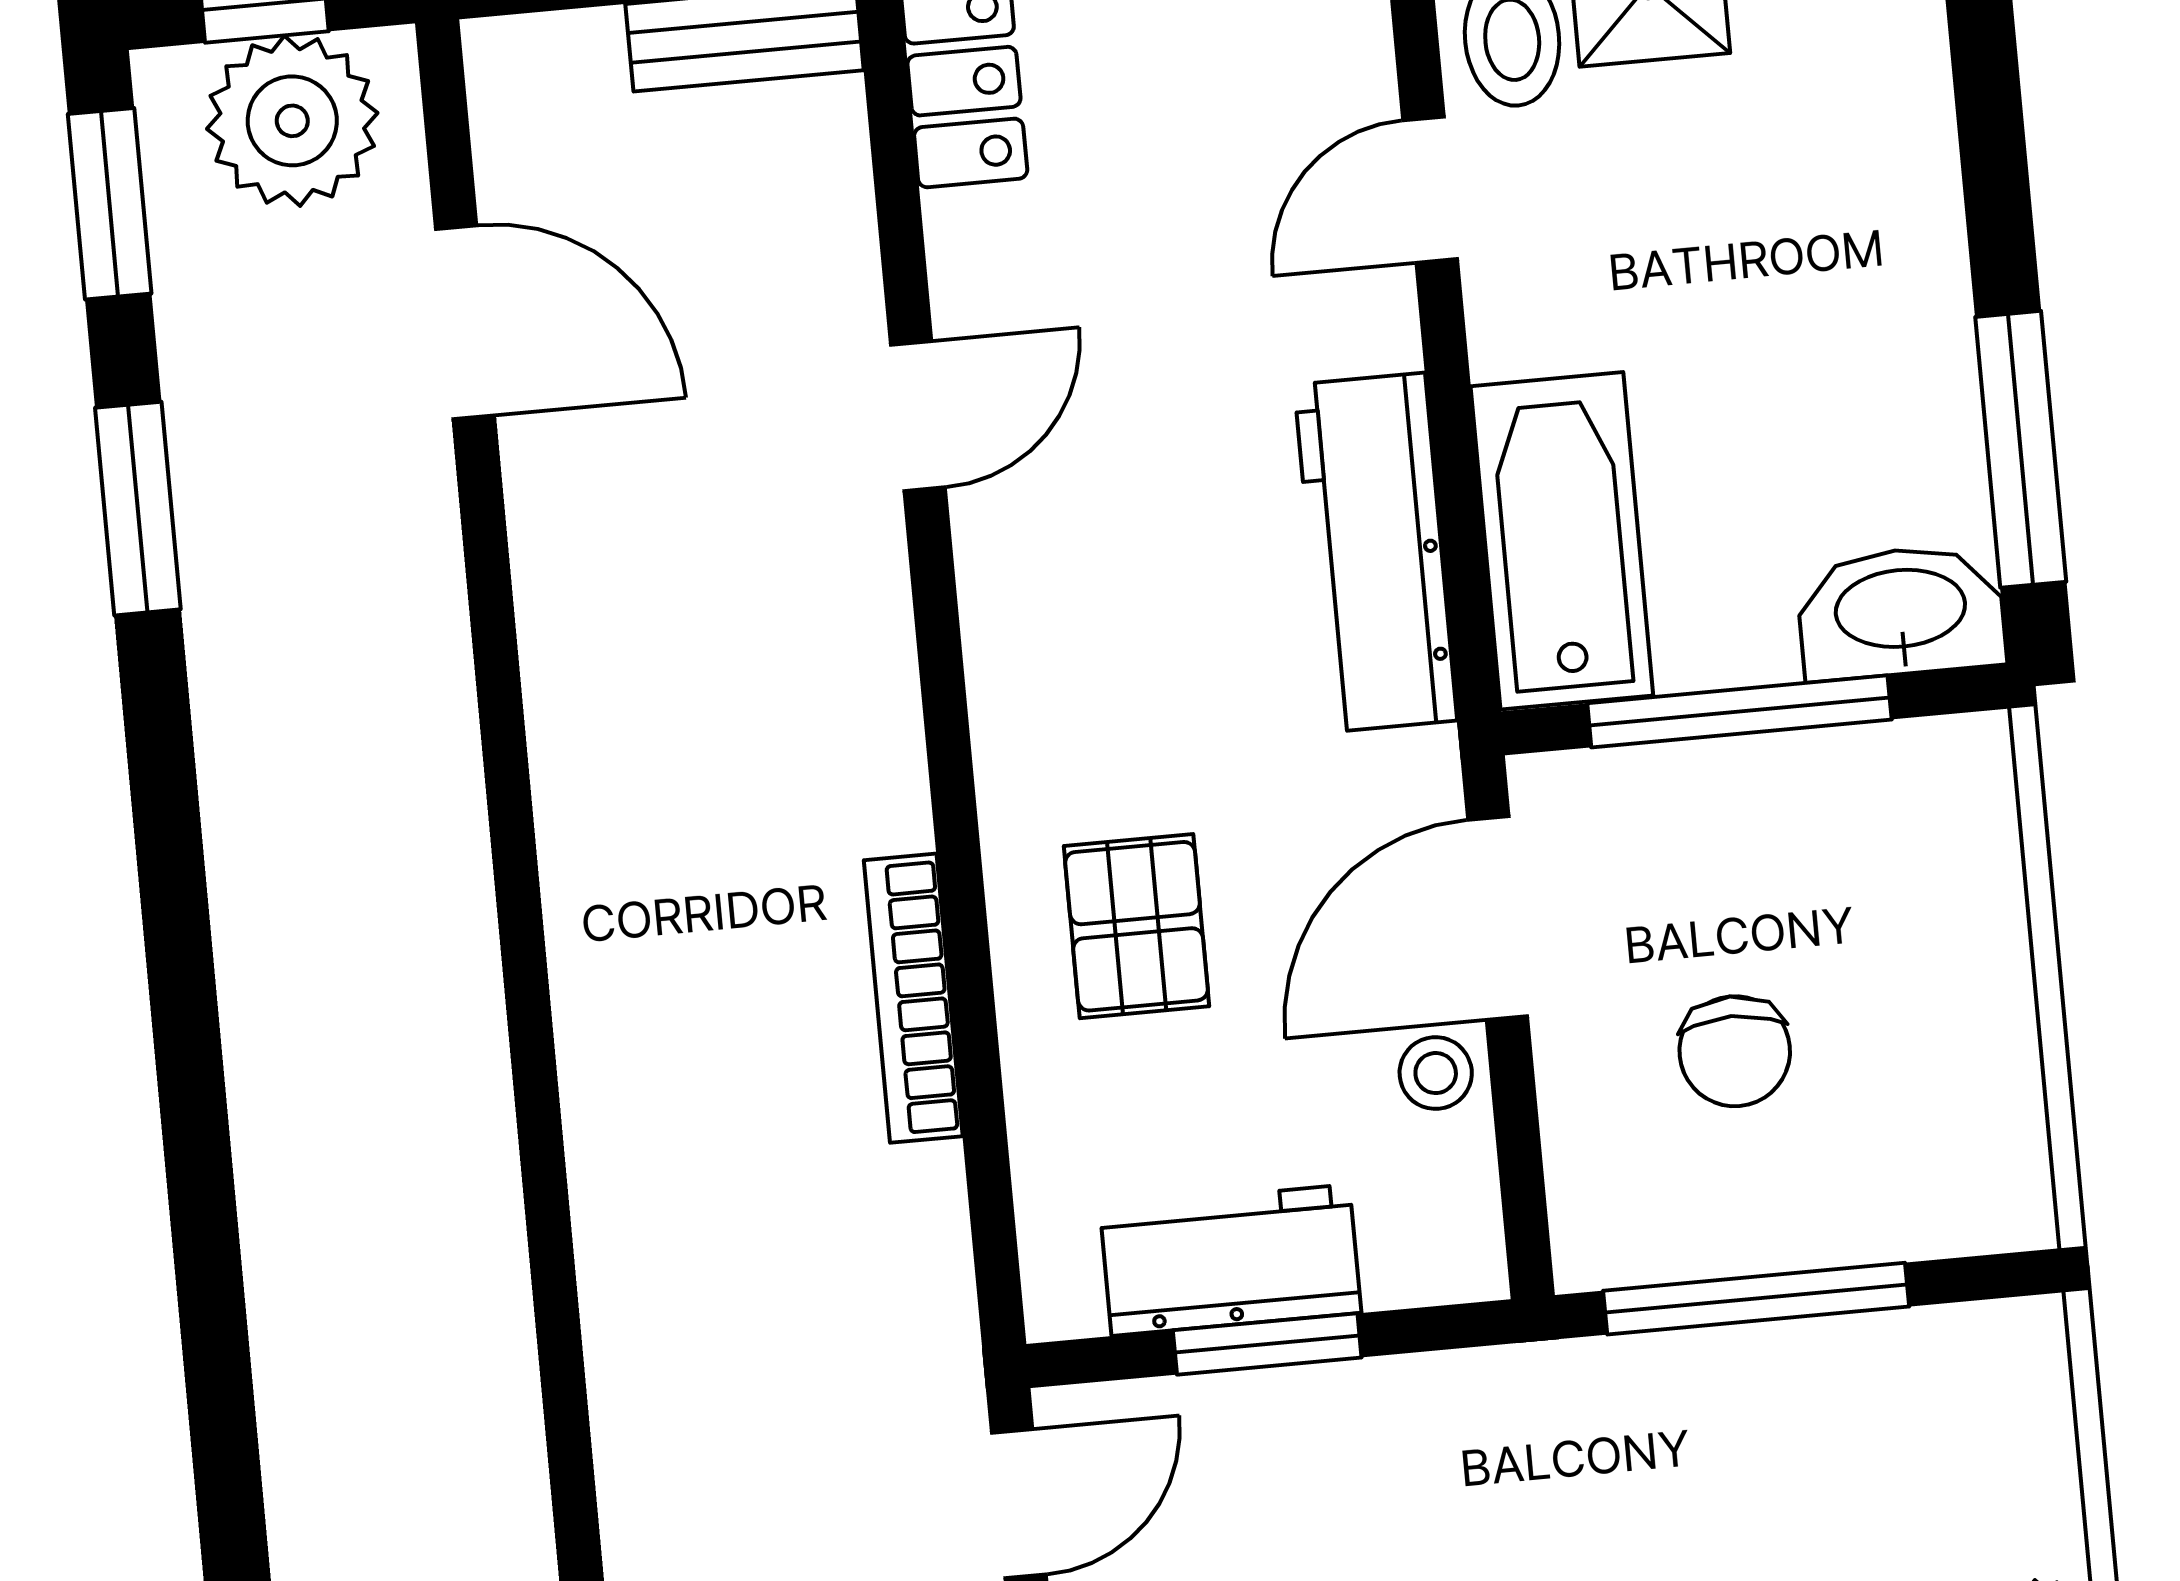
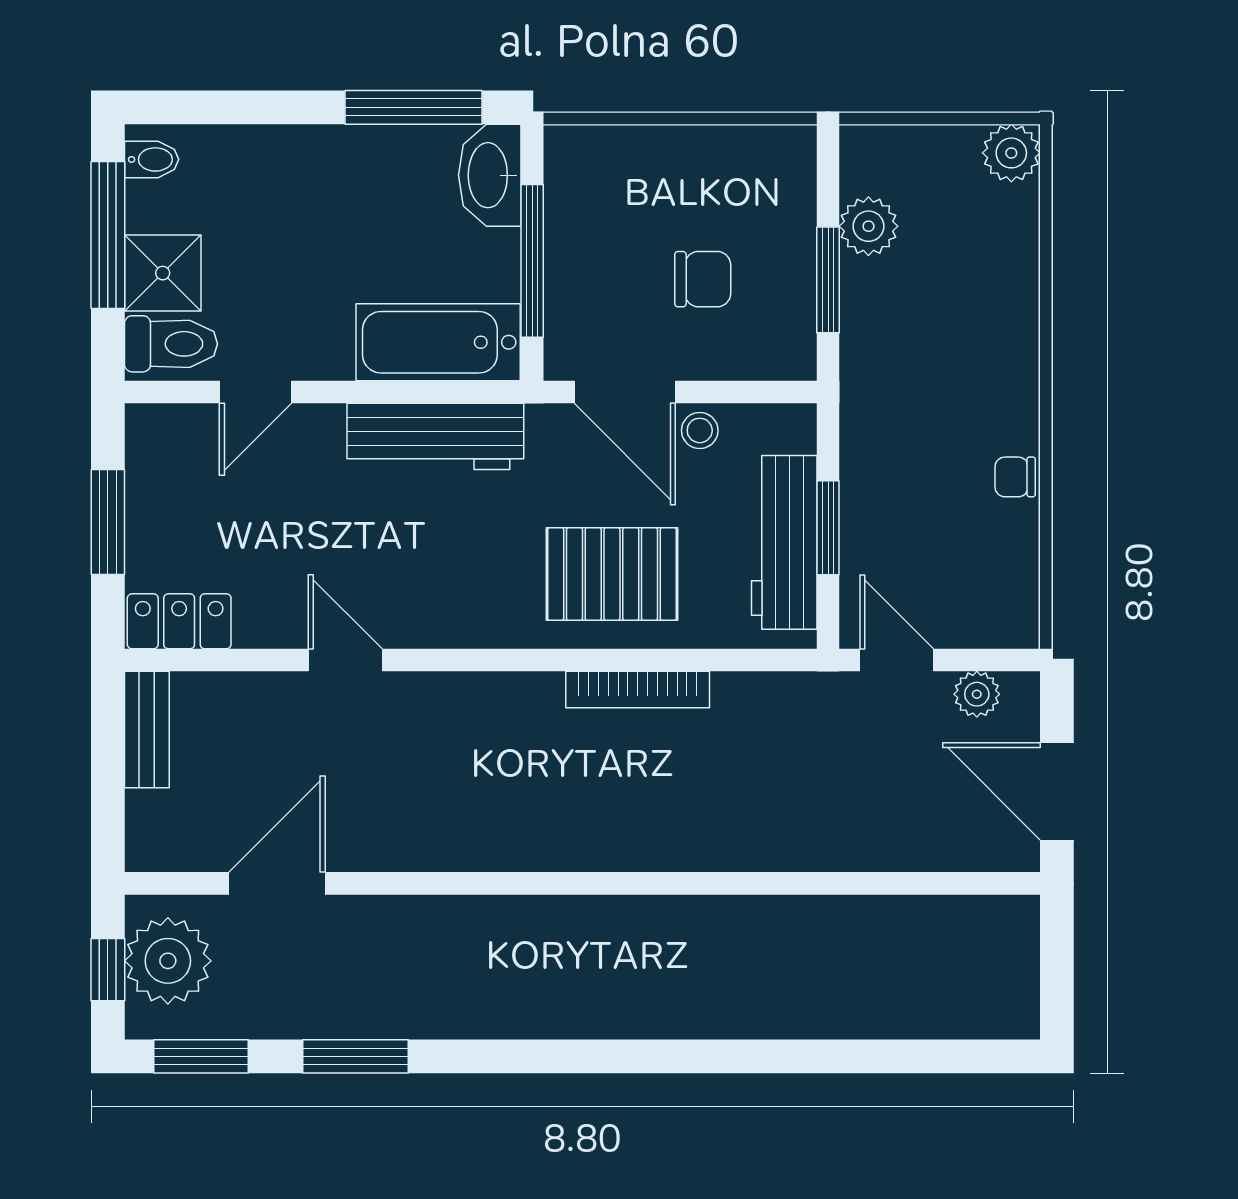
door: (1430, 190) -> (256, 392), hinge flipped
pallet: (1136, 926) -> (612, 574), width x1.50, depth x1.42
workbench: (1231, 1260) -> (784, 542), width x1.38
window: (1756, 1299) -> (828, 280), width x0.69
plant: (1869, 1369) -> (868, 226), added

